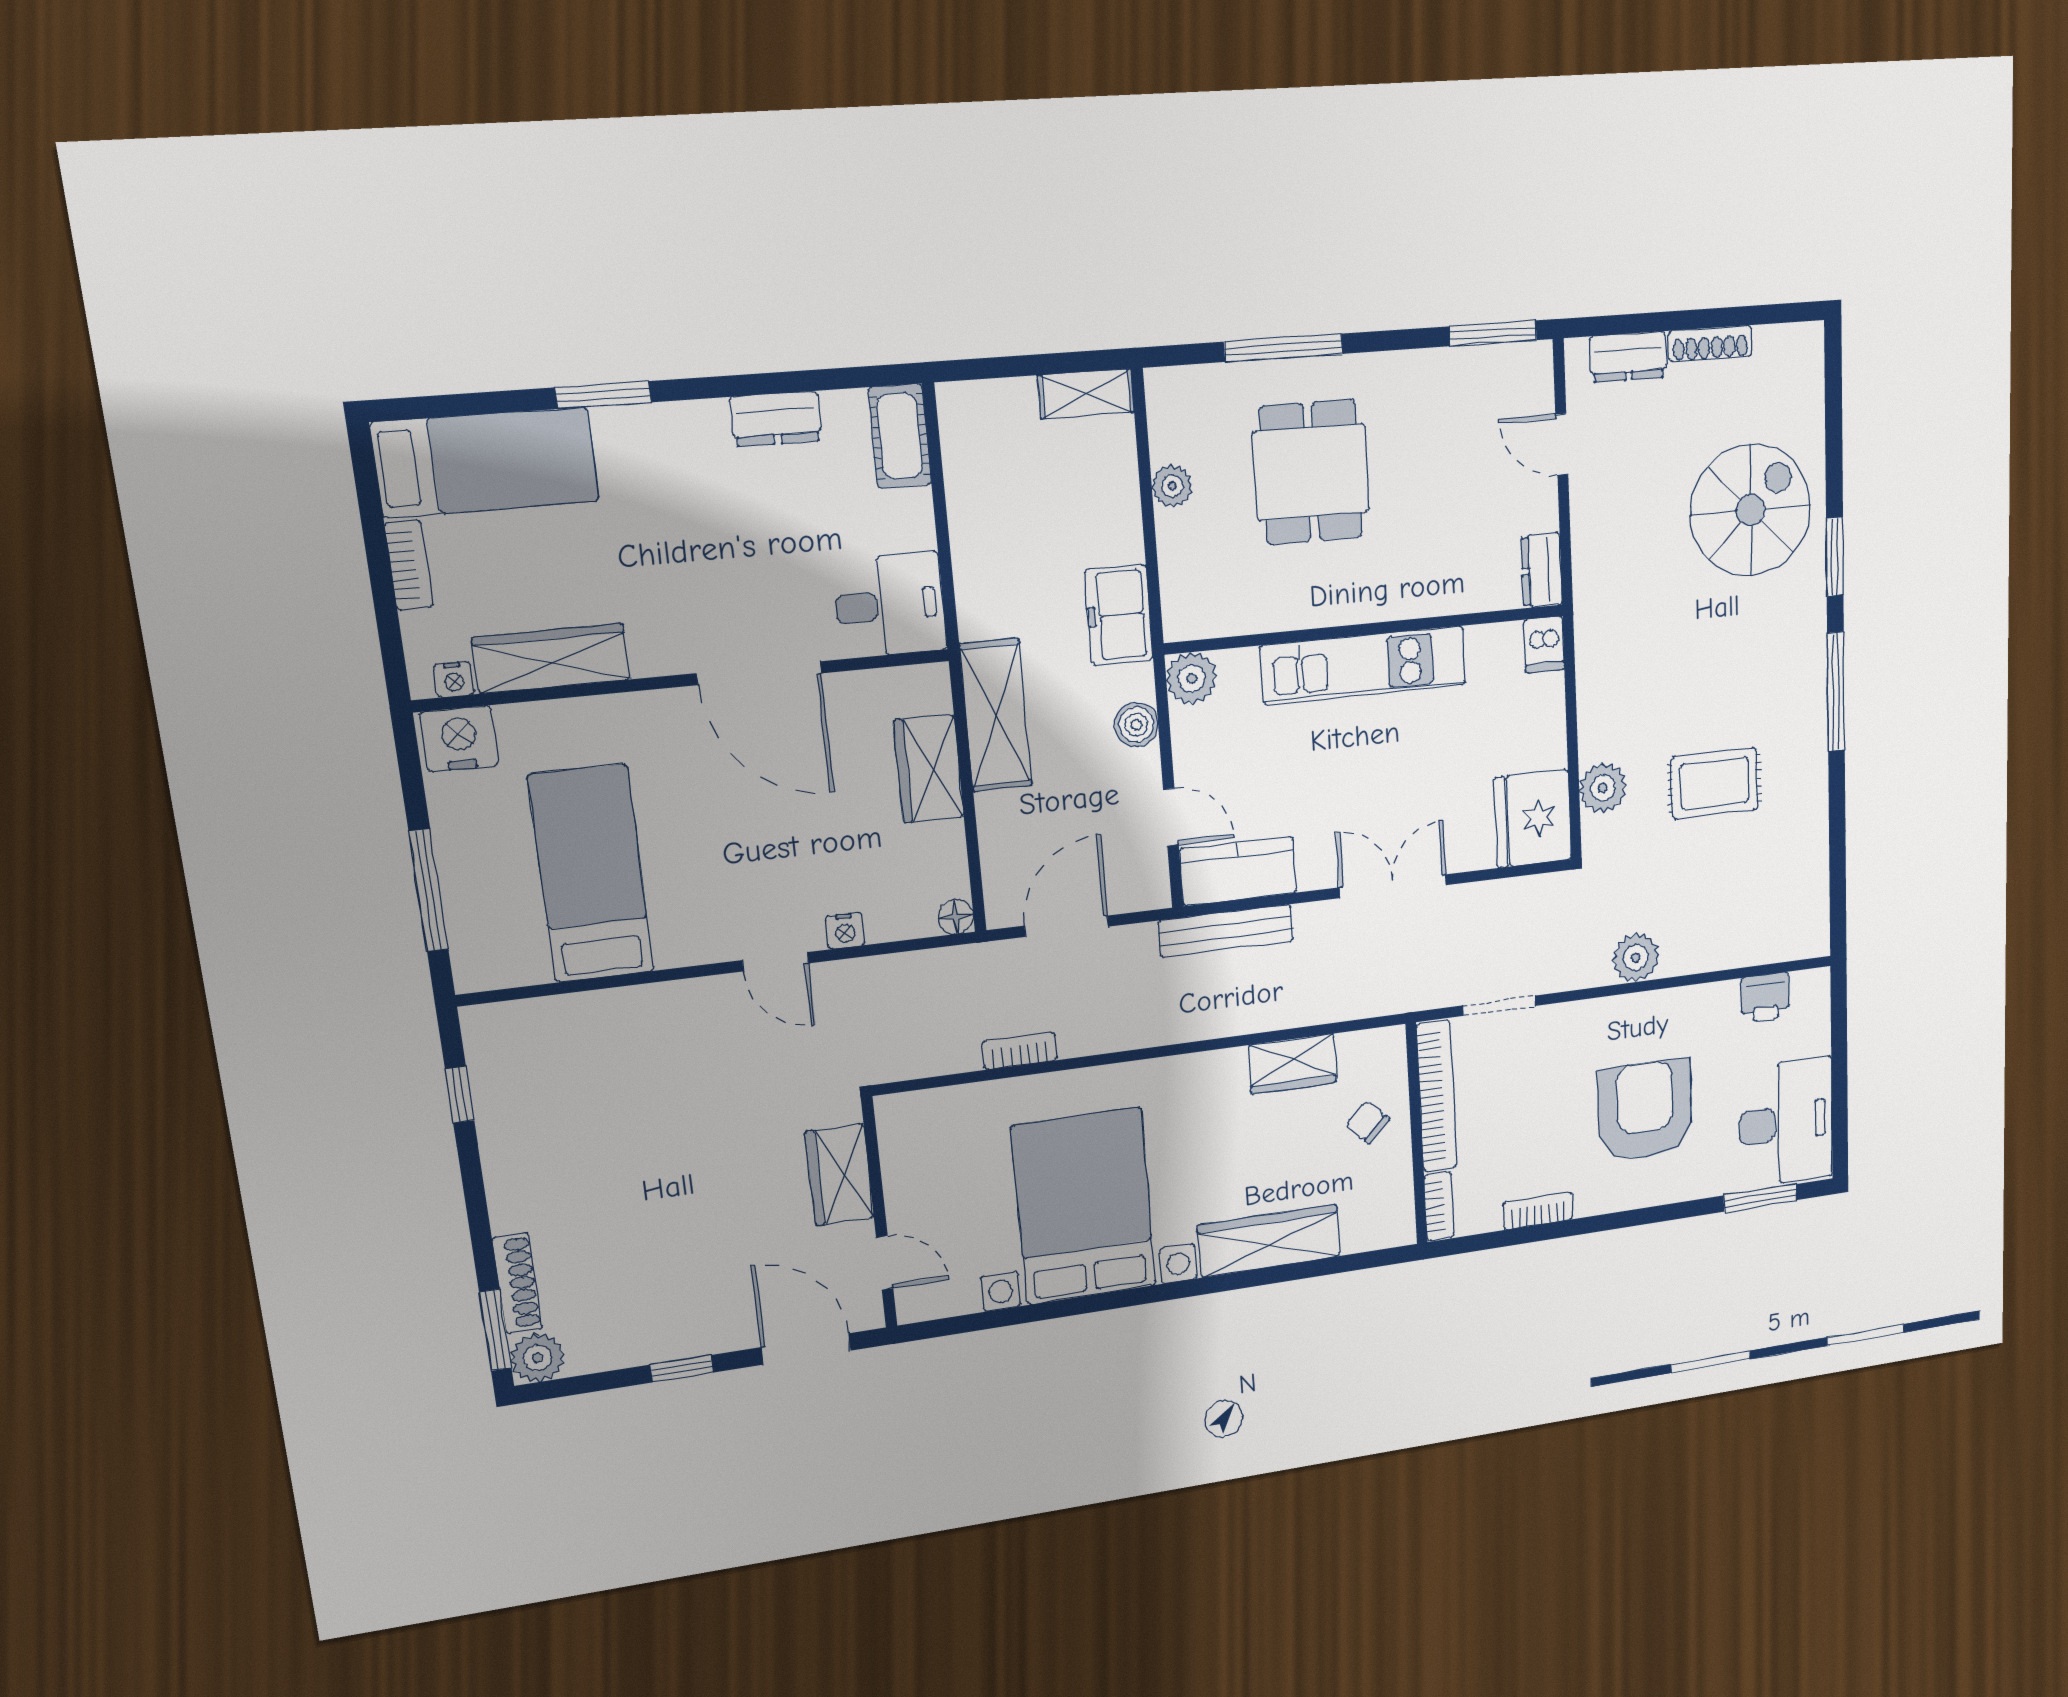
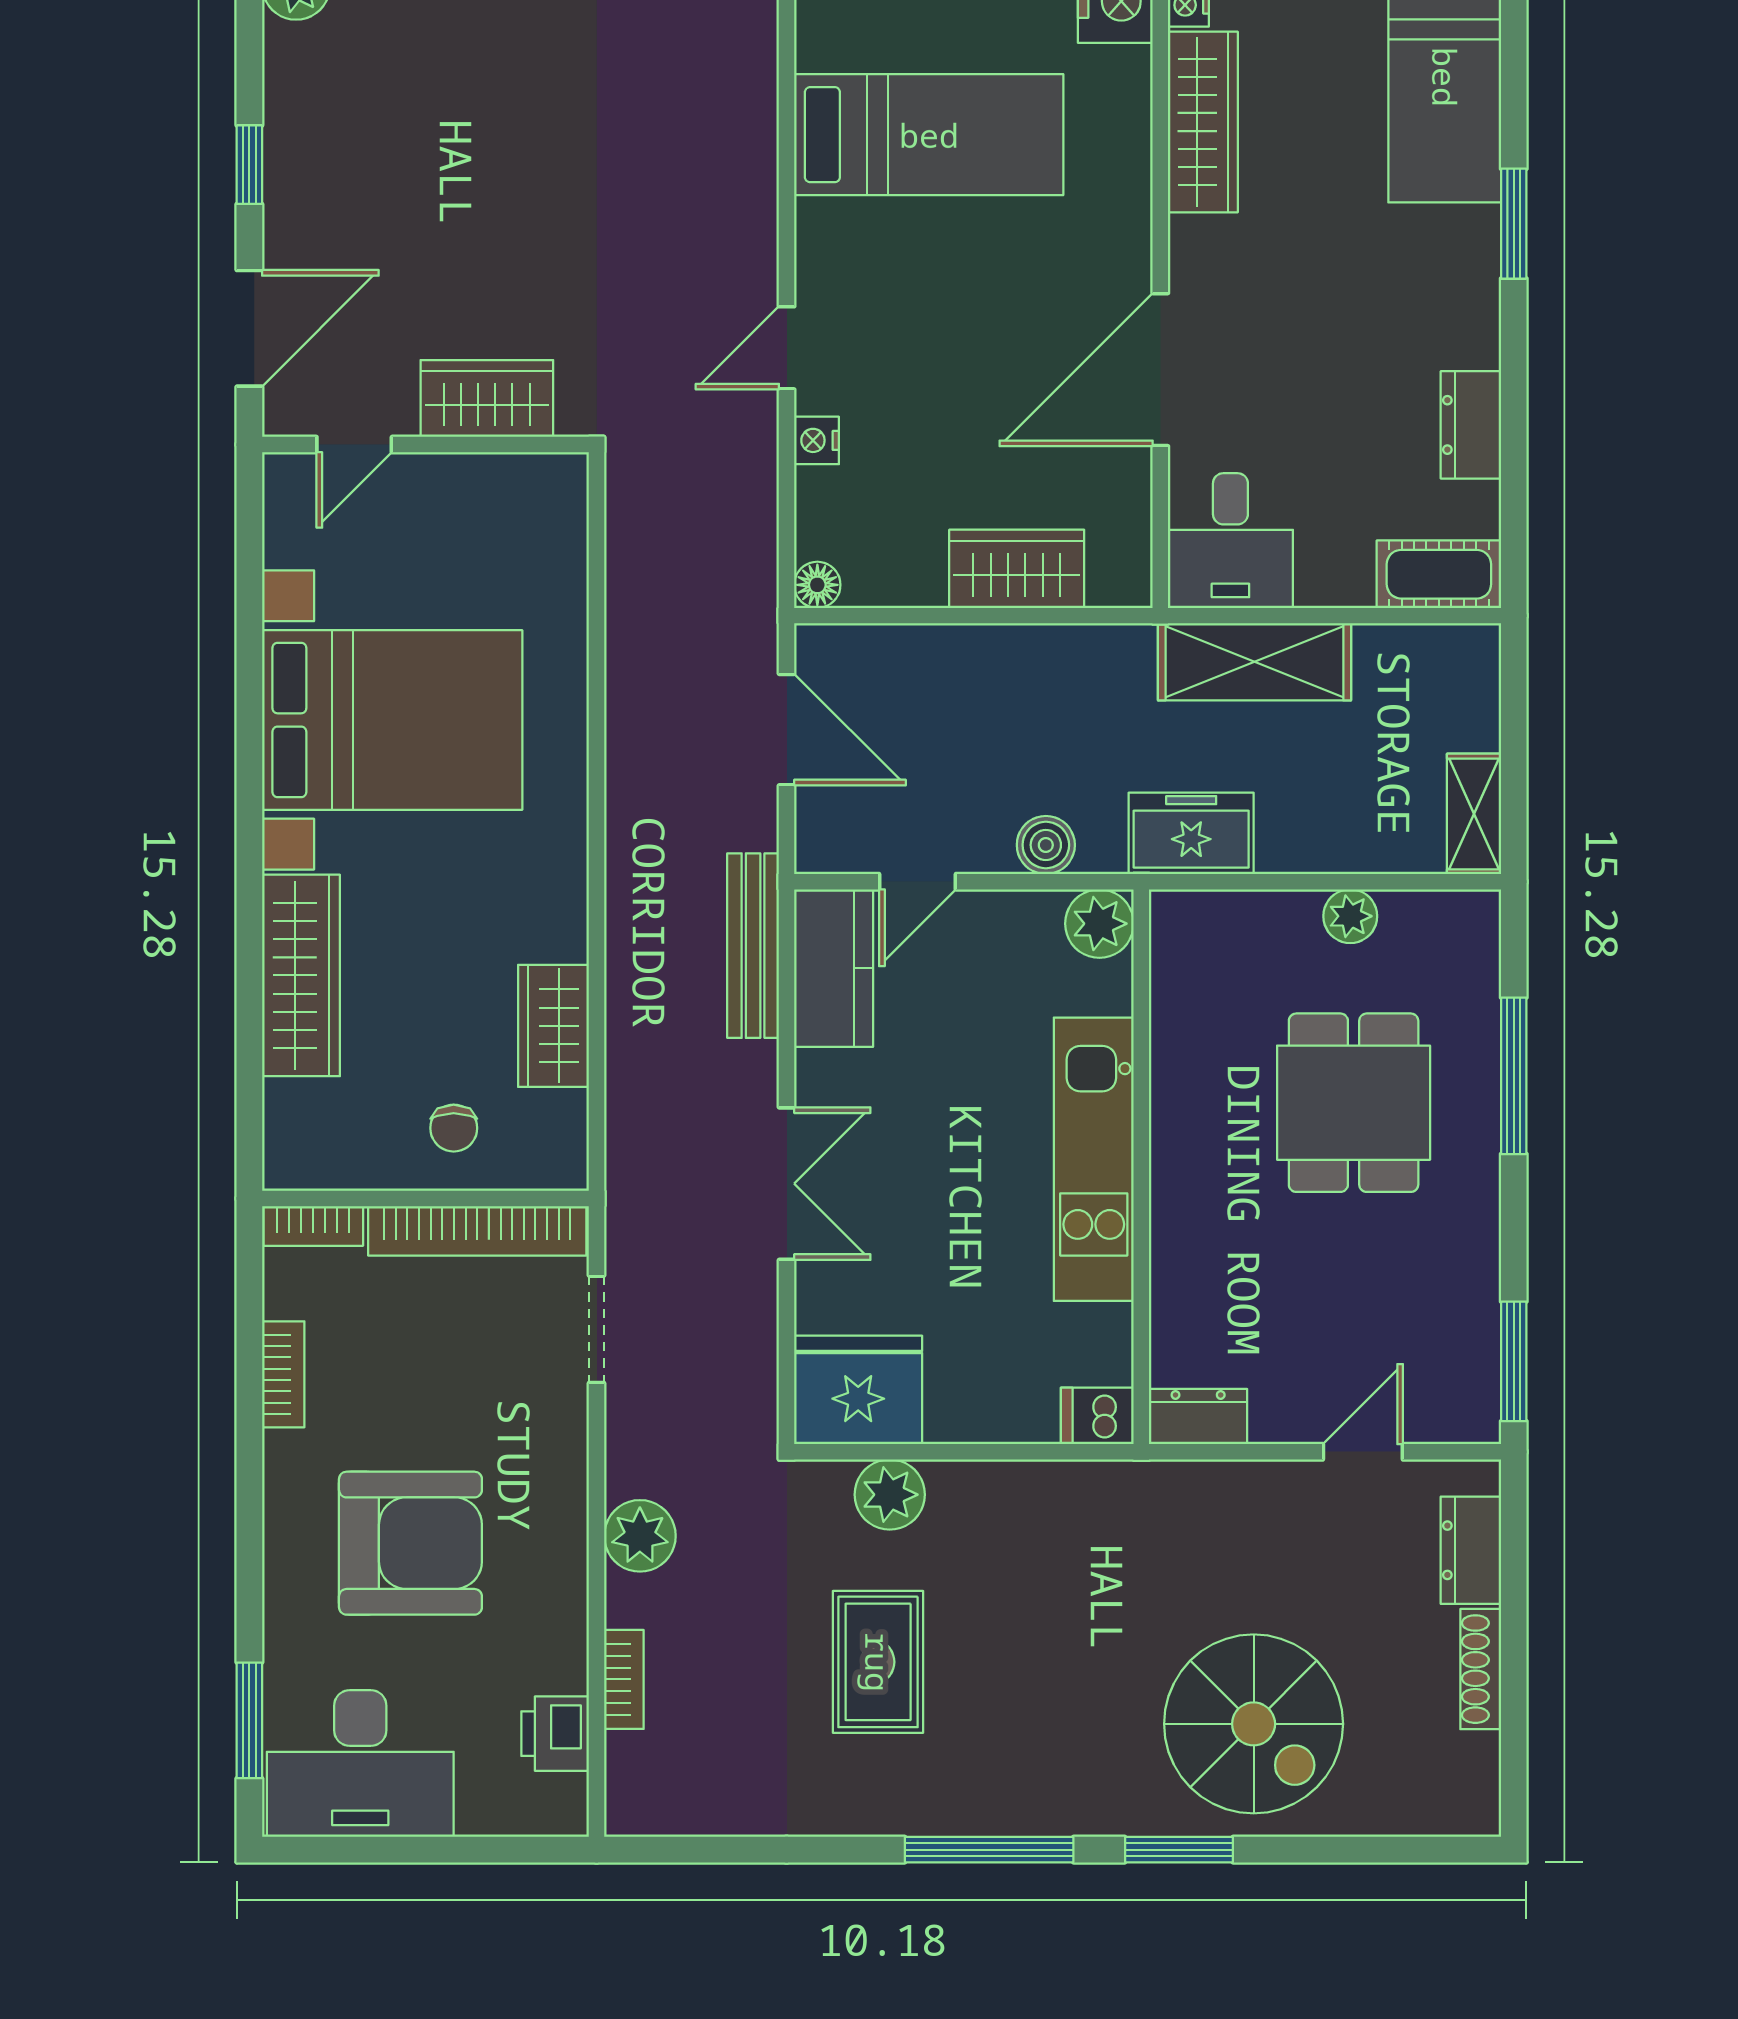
dining table: (1311, 472) -> (1354, 1103), turned 90
shelving: (996, 715) -> (1254, 662), moved
bookcase: (1020, 1051) -> (624, 1679), moved
chair: (1368, 1122) -> (454, 1128), turned 135

